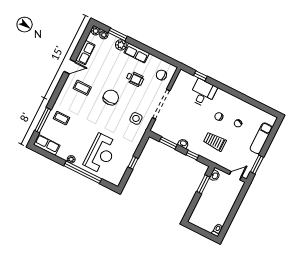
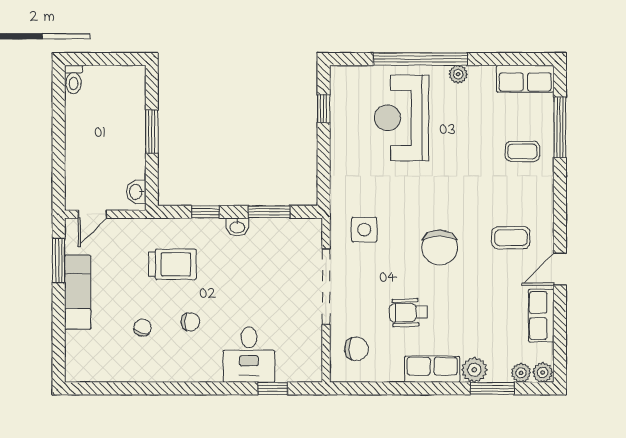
exam couch: (261, 138) -> (78, 292), moved
window: (133, 163) -> (324, 109), moved
window: (203, 184) -> (152, 132), moved

